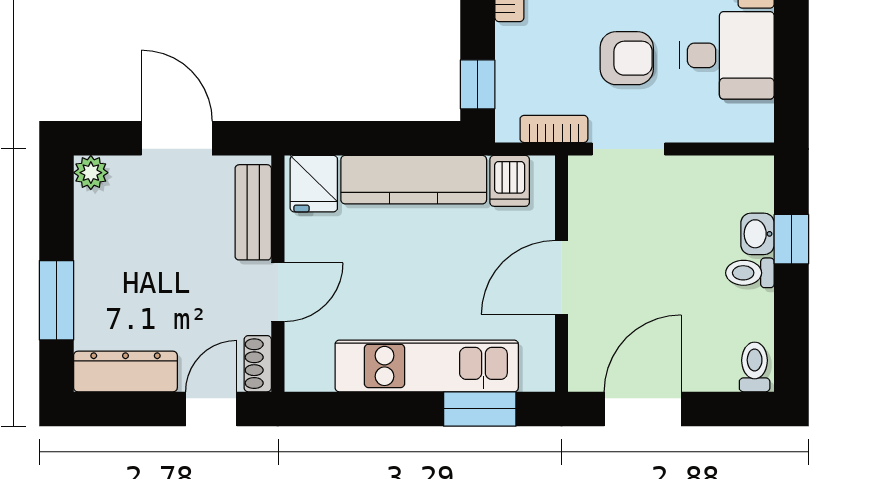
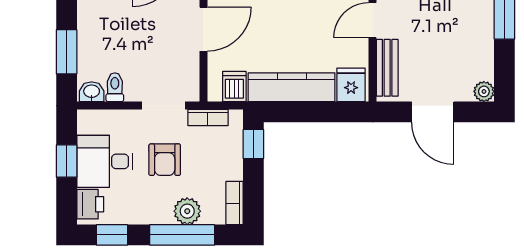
window: (791, 56) -> (67, 161), added
armchair: (627, 58) -> (165, 160), turned -90
washbasin: (757, 234) -> (92, 92), moved, turned -90
window: (791, 239) -> (67, 52), width x1.50
toilet: (750, 273) -> (115, 87), moved, turned -90

